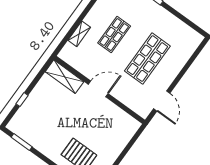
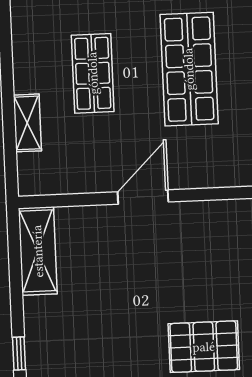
shelving: (64, 77) -> (38, 251), moved, turned 90
window: (22, 100) -> (19, 354), moved

